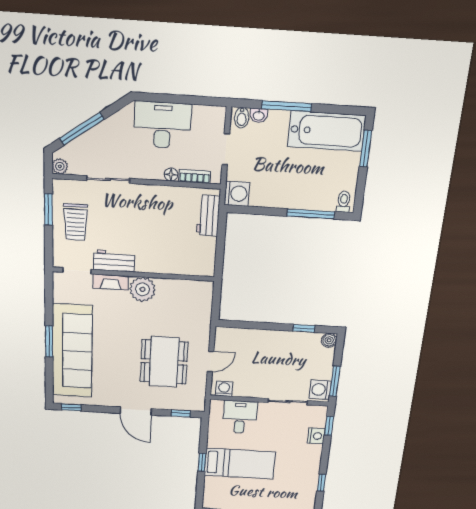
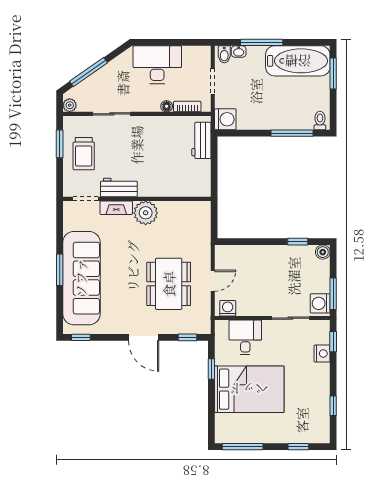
window: (202, 462) -> (211, 369), moved
bed: (240, 464) -> (249, 389), width x1.50

